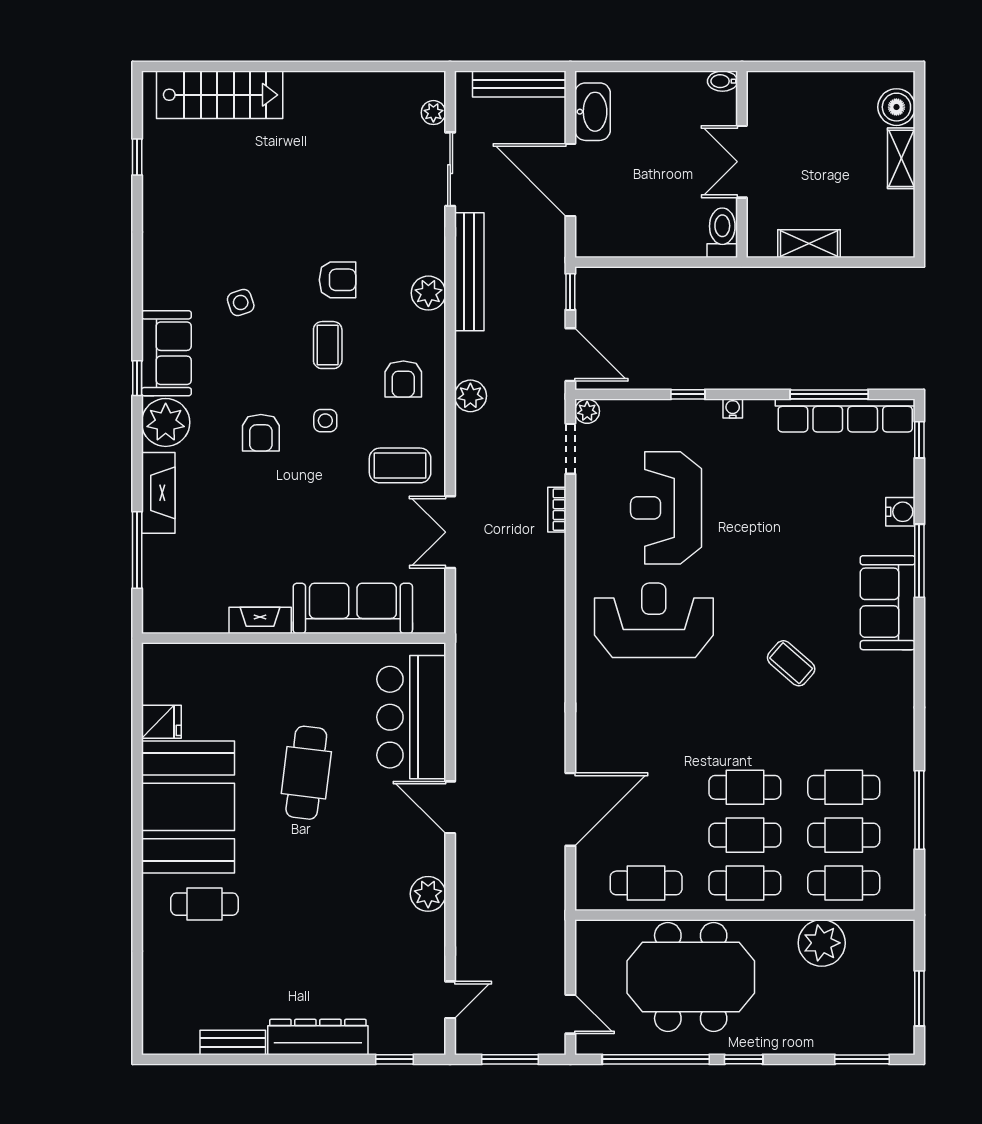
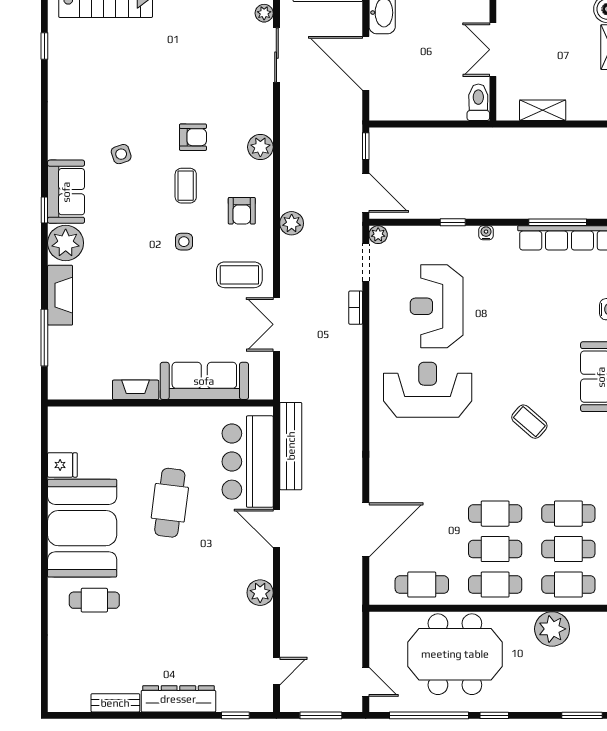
bench: (469, 272) -> (291, 446), moved
armchair: (261, 433) -> (136, 251), removed

